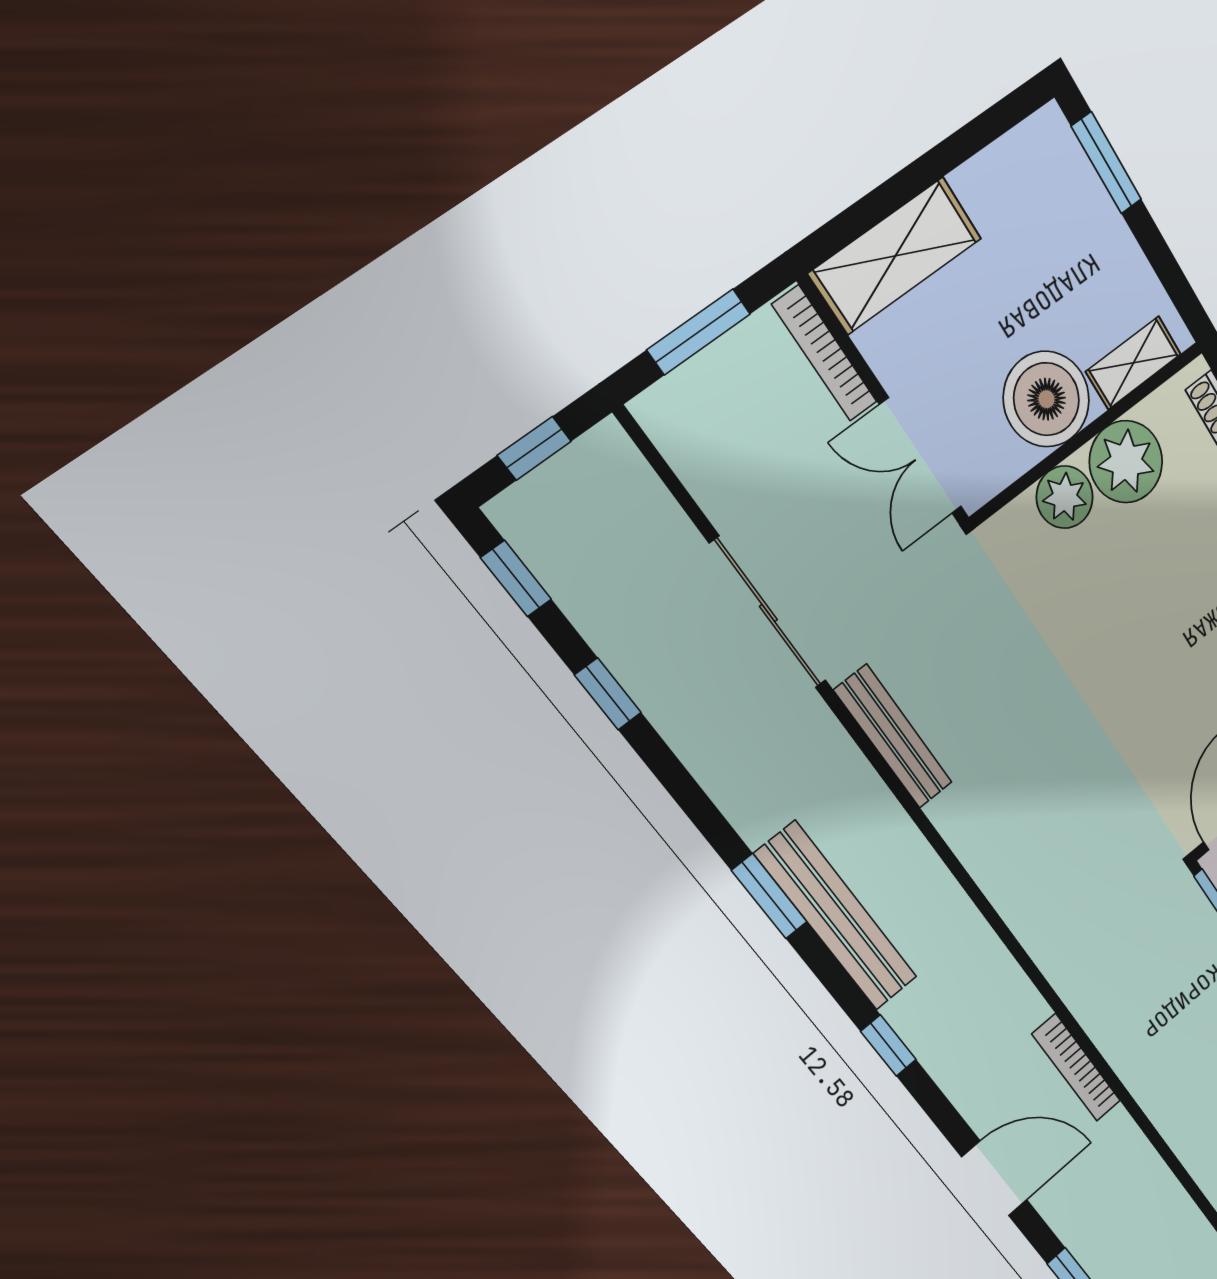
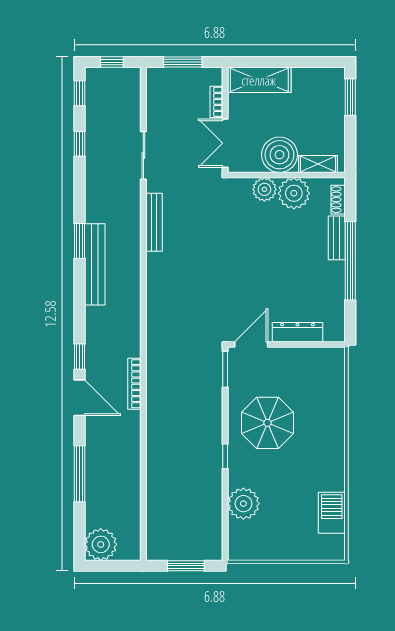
bookcase: (825, 354) -> (216, 102), width x0.64
sliding door: (768, 613) -> (143, 155), width x0.73
window: (888, 1046) -> (79, 357), moved

